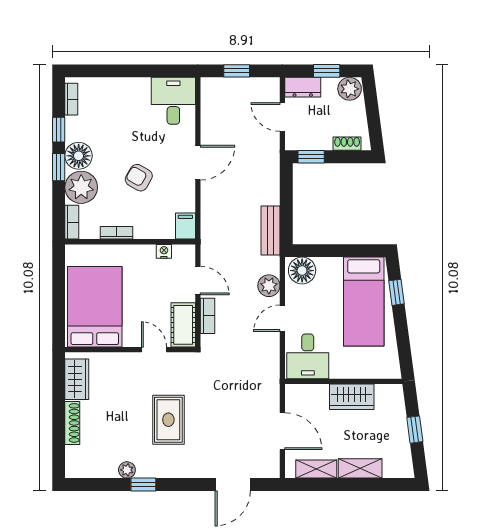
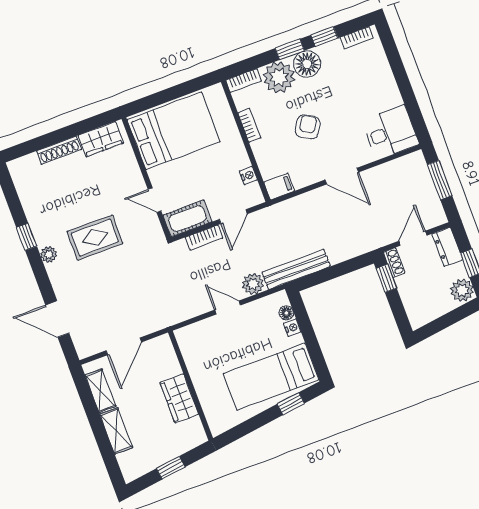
window: (237, 71) -> (440, 180), width x1.50
shoe rack: (347, 144) -> (394, 263), moved
bench: (270, 230) -> (296, 269), width x1.36
nightstand: (325, 264) -> (292, 328), added
floor lamp: (302, 271) -> (286, 313), width x0.53, depth x0.53
door: (154, 350) -> (155, 200), swing flipped
desk: (308, 356) -> (201, 344), removed
plant: (127, 470) -> (49, 255), moved

